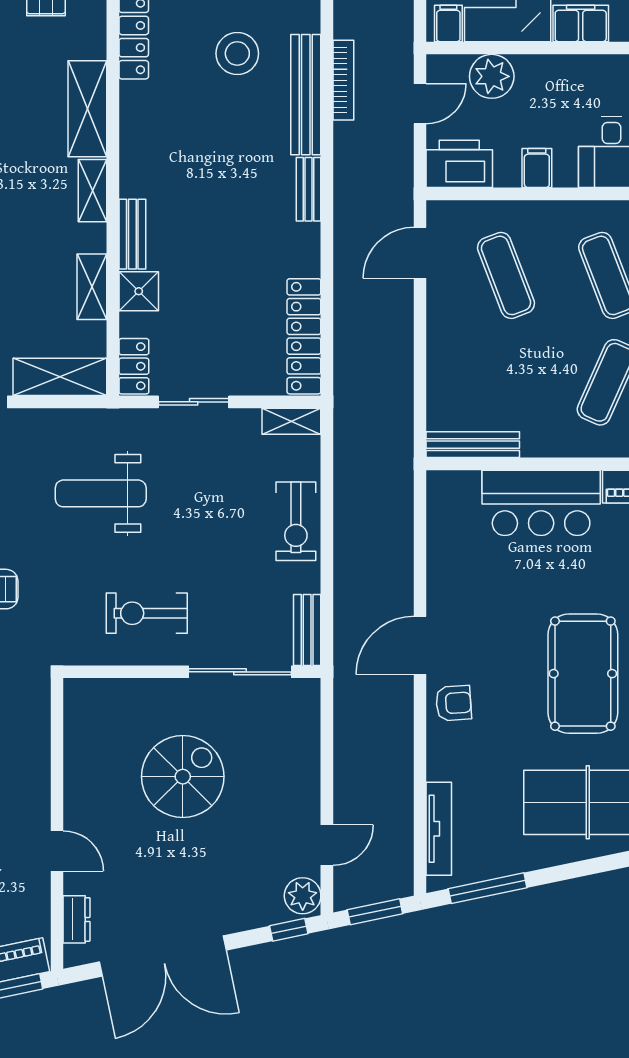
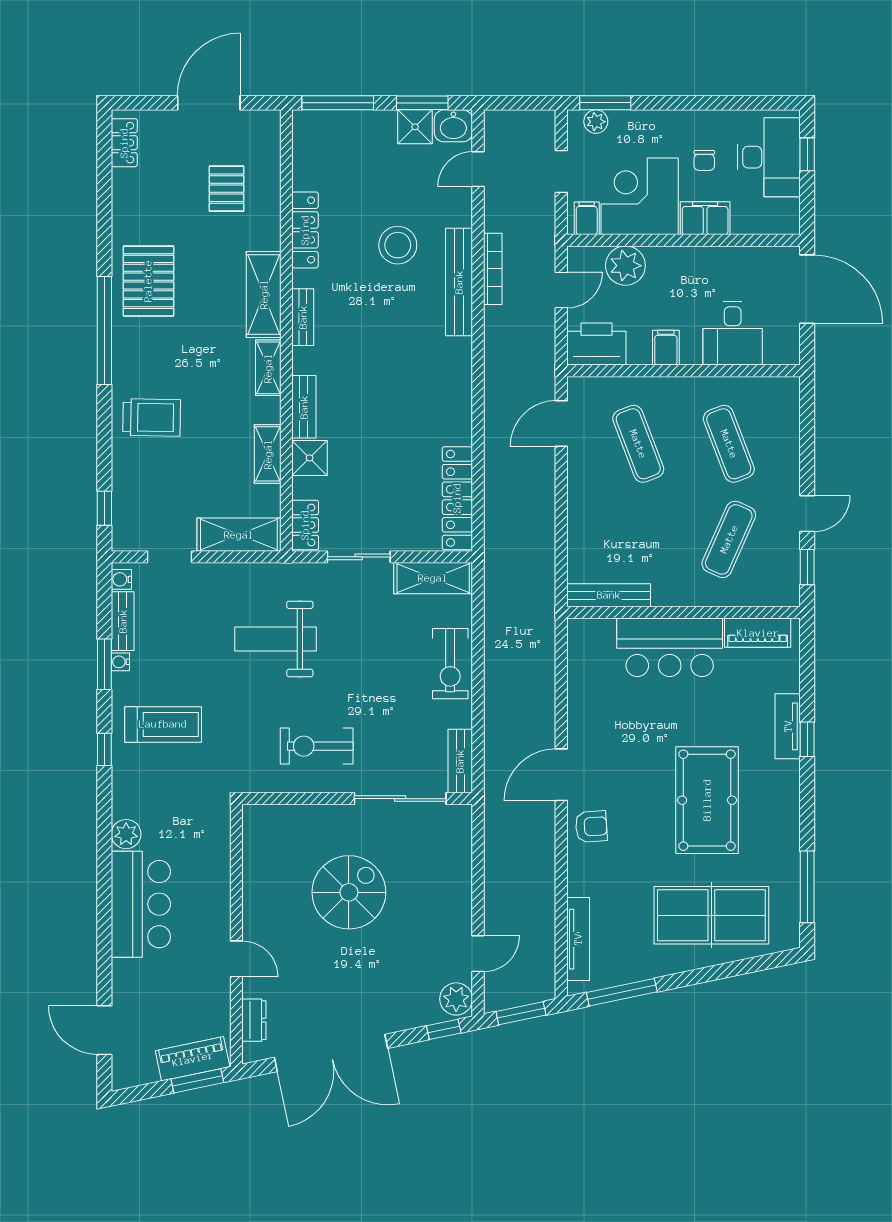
bench: (309, 189) -> (303, 317), moved
shelving: (291, 421) -> (433, 578), width x1.50, depth x1.33

